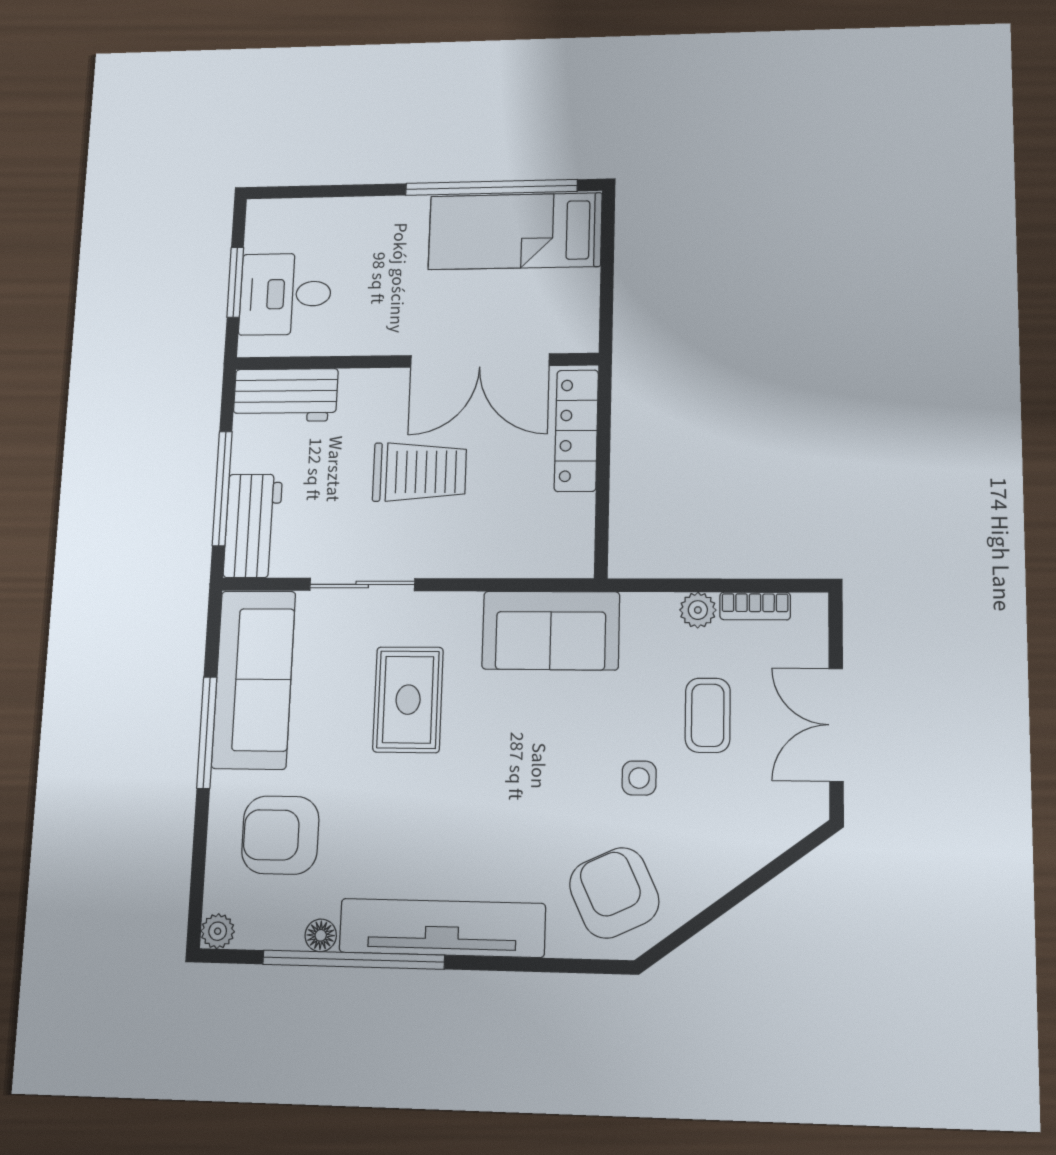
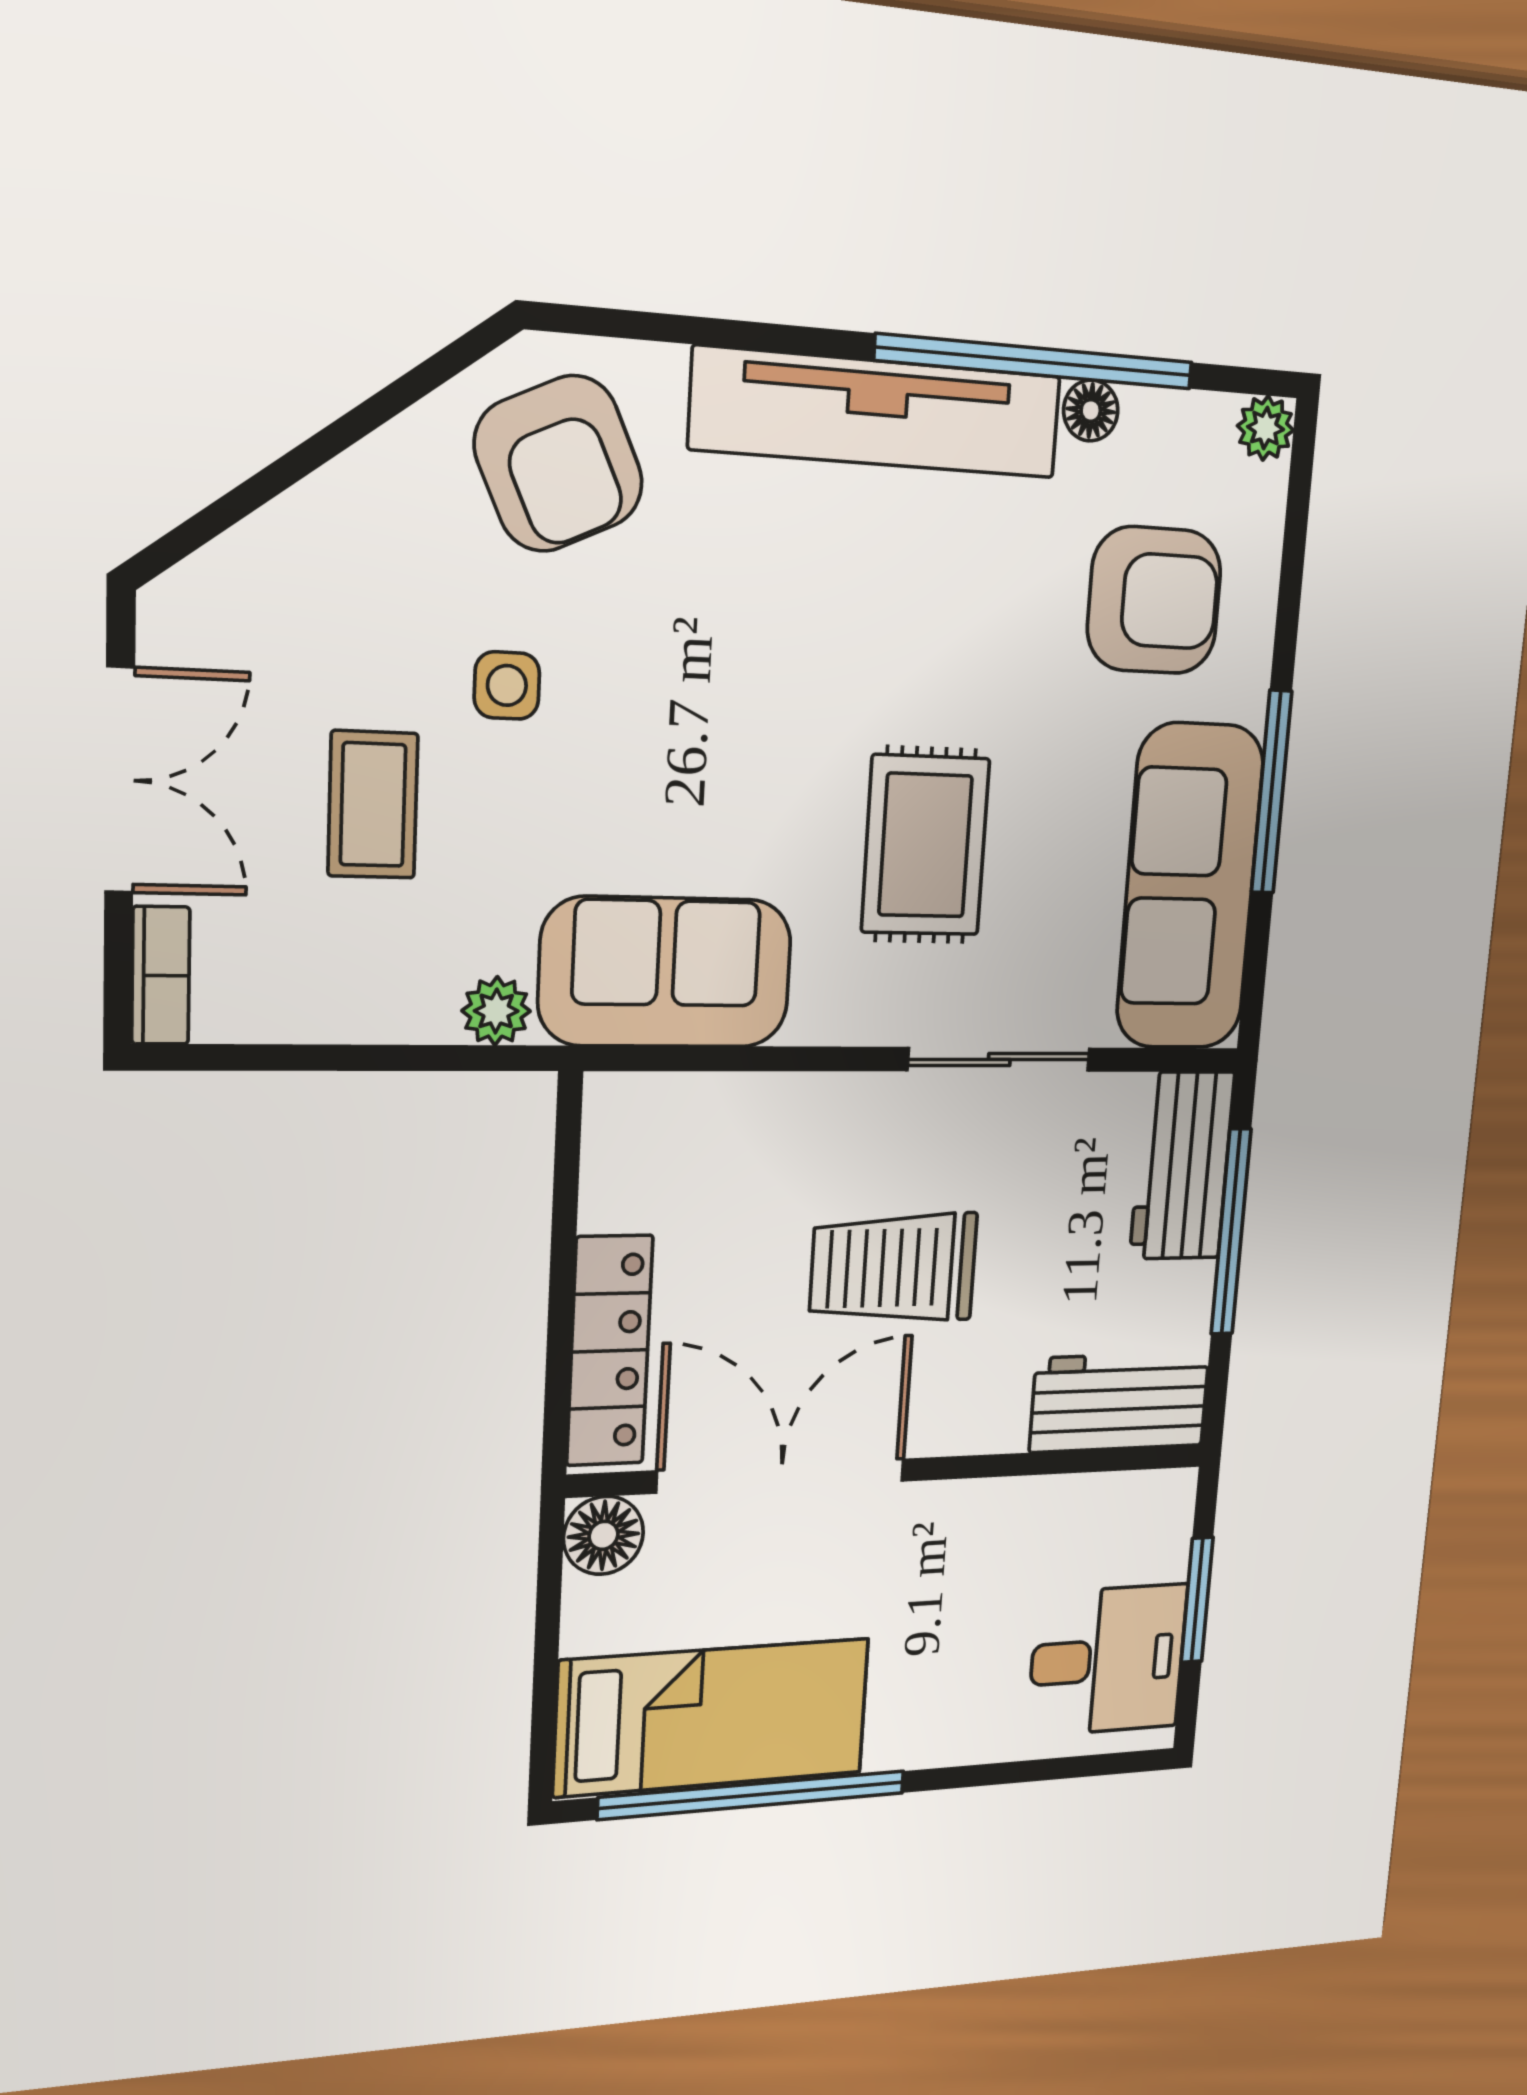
desk: (285, 294) -> (1107, 1660), moved
floor lamp: (577, 332) -> (603, 1535), added
bookcase: (755, 606) -> (161, 976), moved, turned 90
plant: (698, 610) -> (496, 1011), moved

